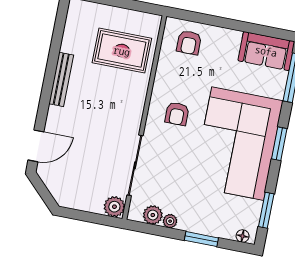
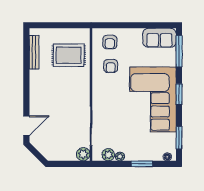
bench: (61, 79) -> (34, 52), moved
armchair: (177, 114) -> (111, 66), moved

